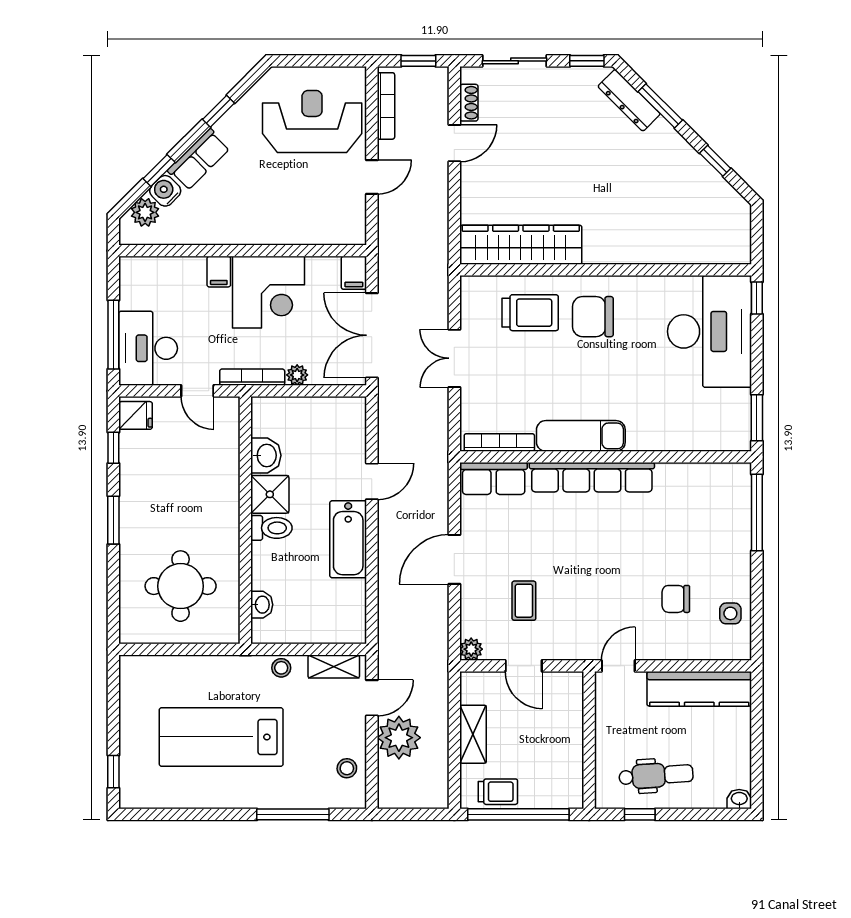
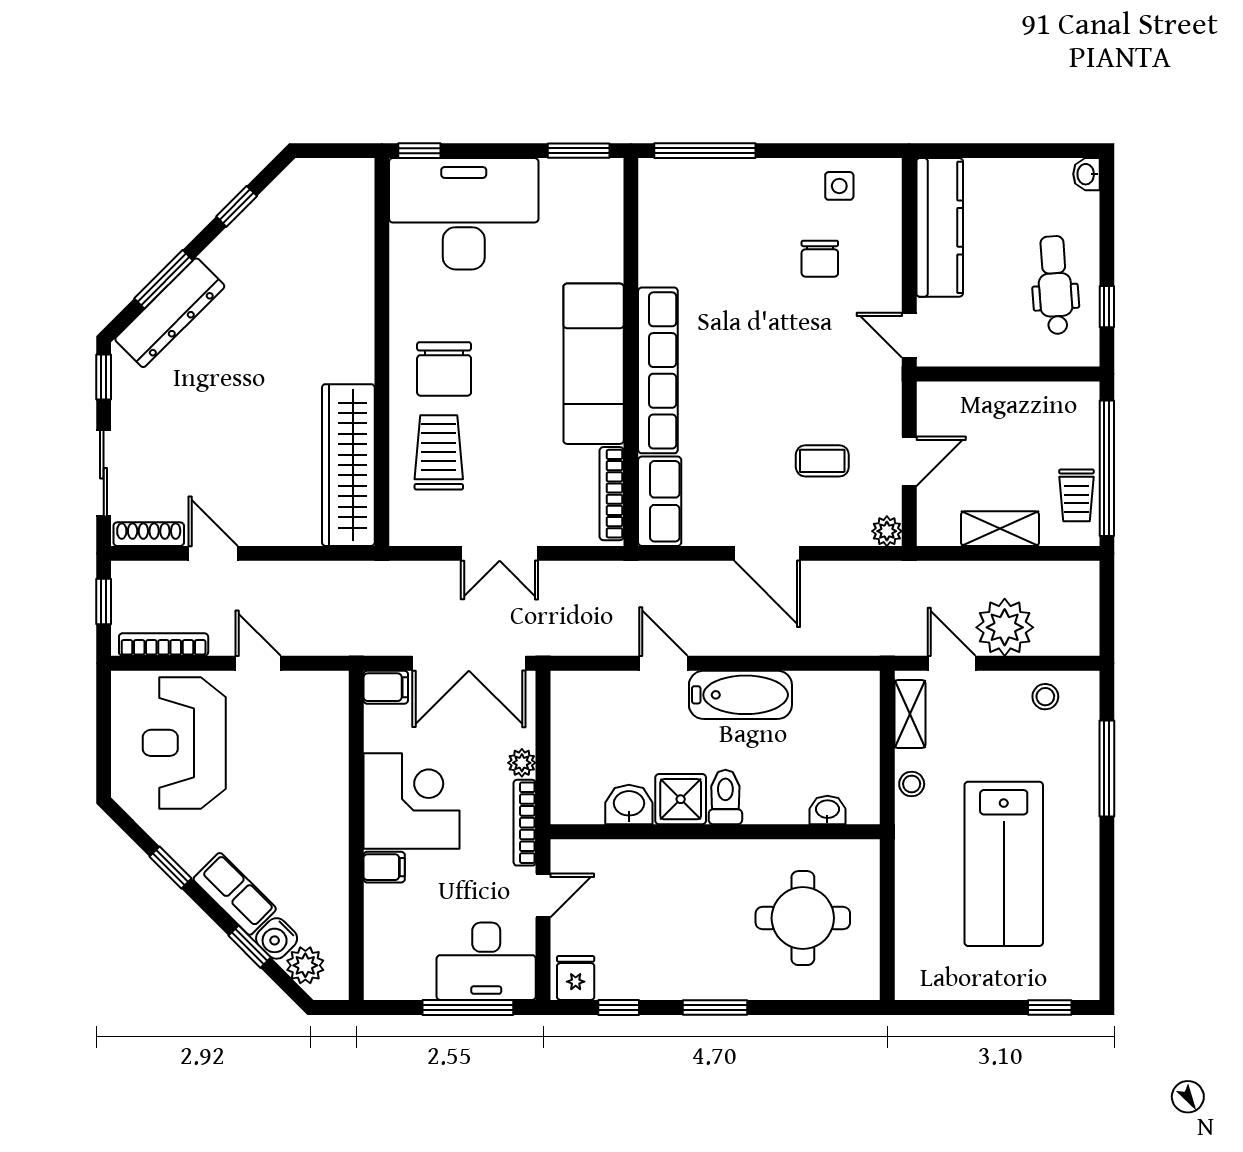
dresser: (629, 100) -> (170, 313), width x1.37, depth x1.24
shoe rack: (469, 103) -> (149, 534), width x1.43
exam couch: (581, 436) -> (594, 364), width x1.36, depth x1.45
trolley: (498, 792) -> (1077, 495), turned 180

